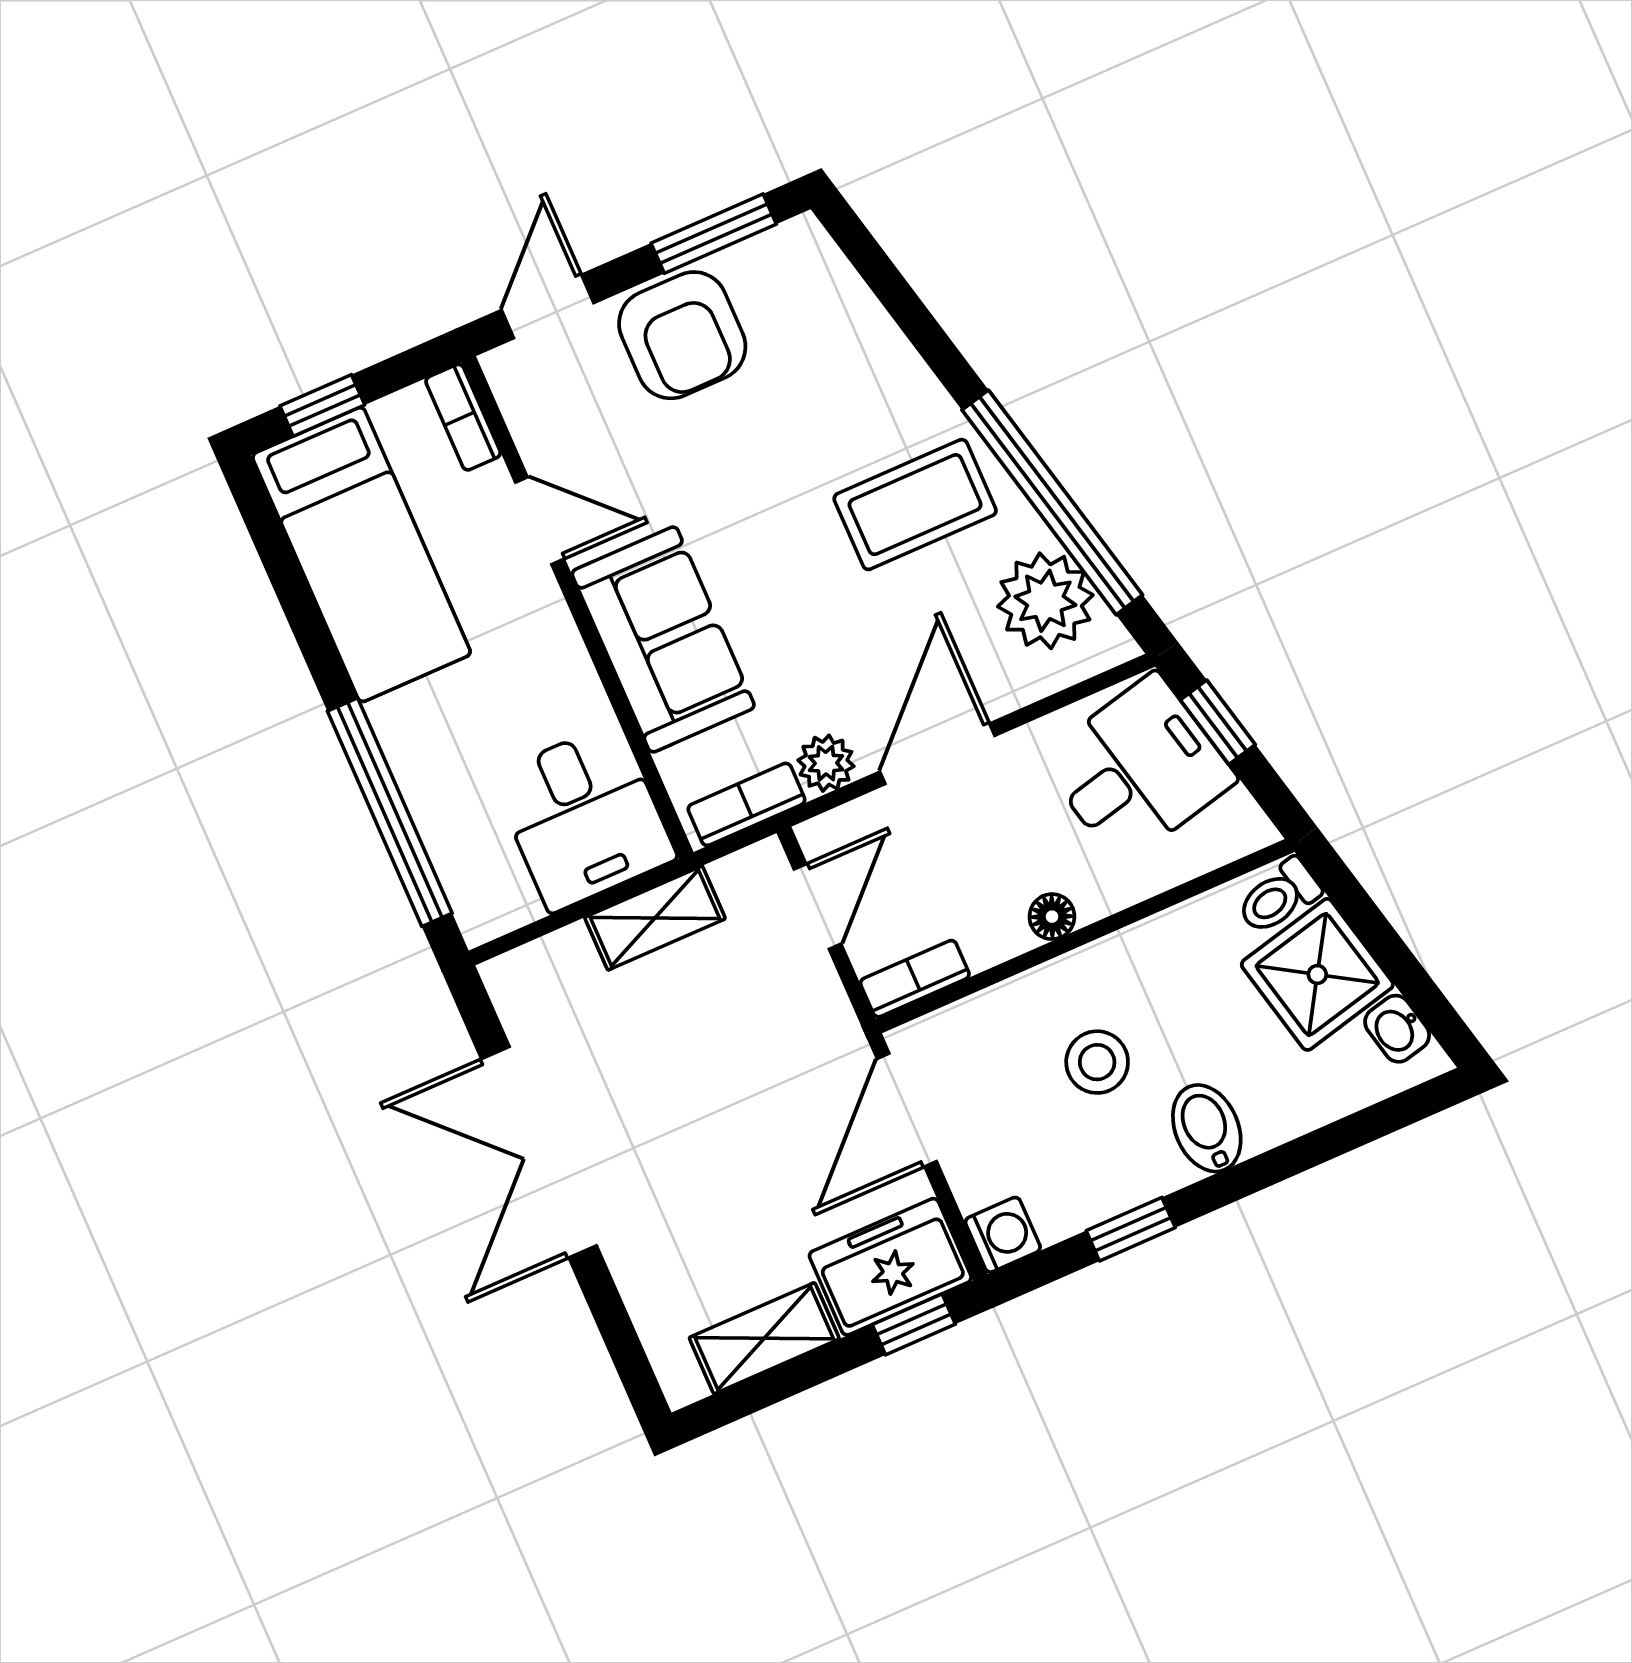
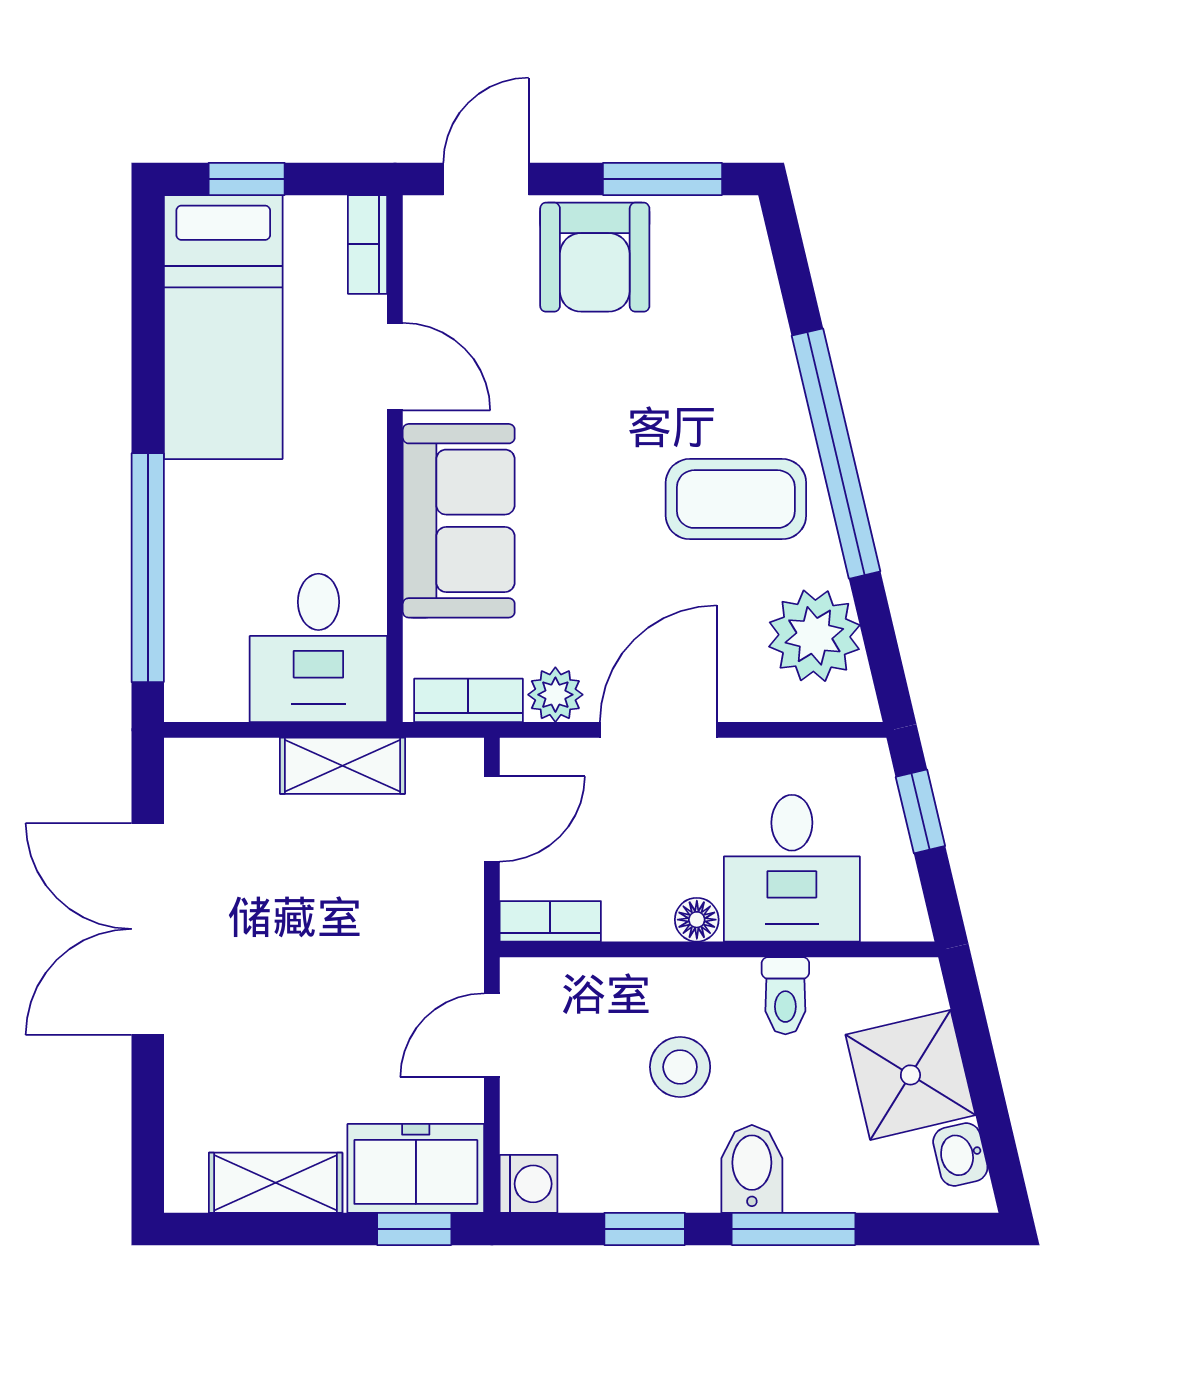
window: (1052, 502) -> (836, 454), moved
desk: (1138, 769) -> (792, 868), moved, turned 103
toilet: (1279, 897) -> (785, 996), moved, turned -77
door: (907, 1110) -> (492, 1035), width x0.73
window: (1271, 1168) -> (794, 1229), added

